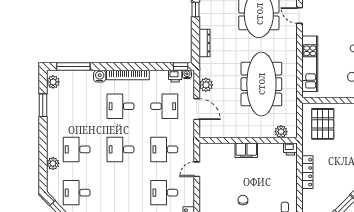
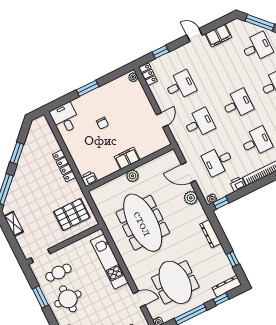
printer: (175, 76) -> (238, 184), moved
pallet: (323, 124) -> (72, 215), turned 90
plant: (281, 132) -> (132, 176), moved
chair: (243, 200) -> (102, 123), moved

